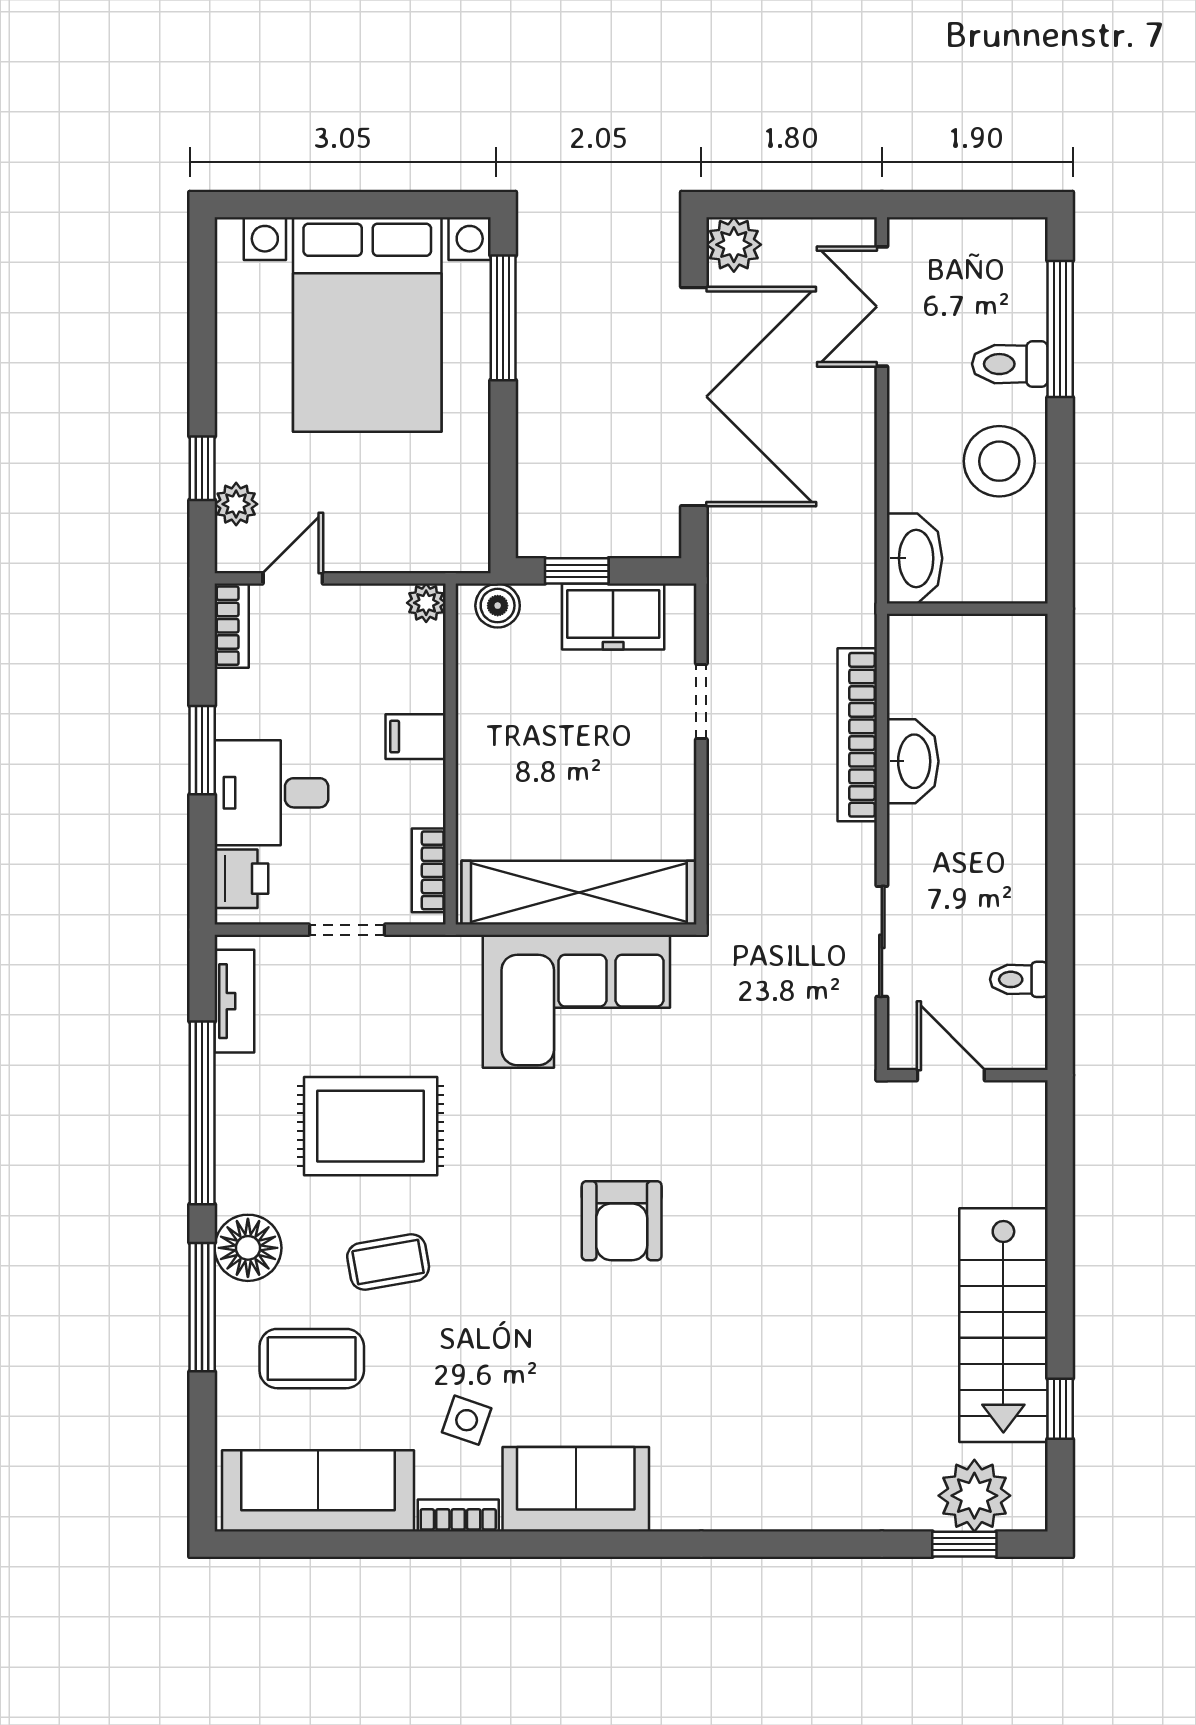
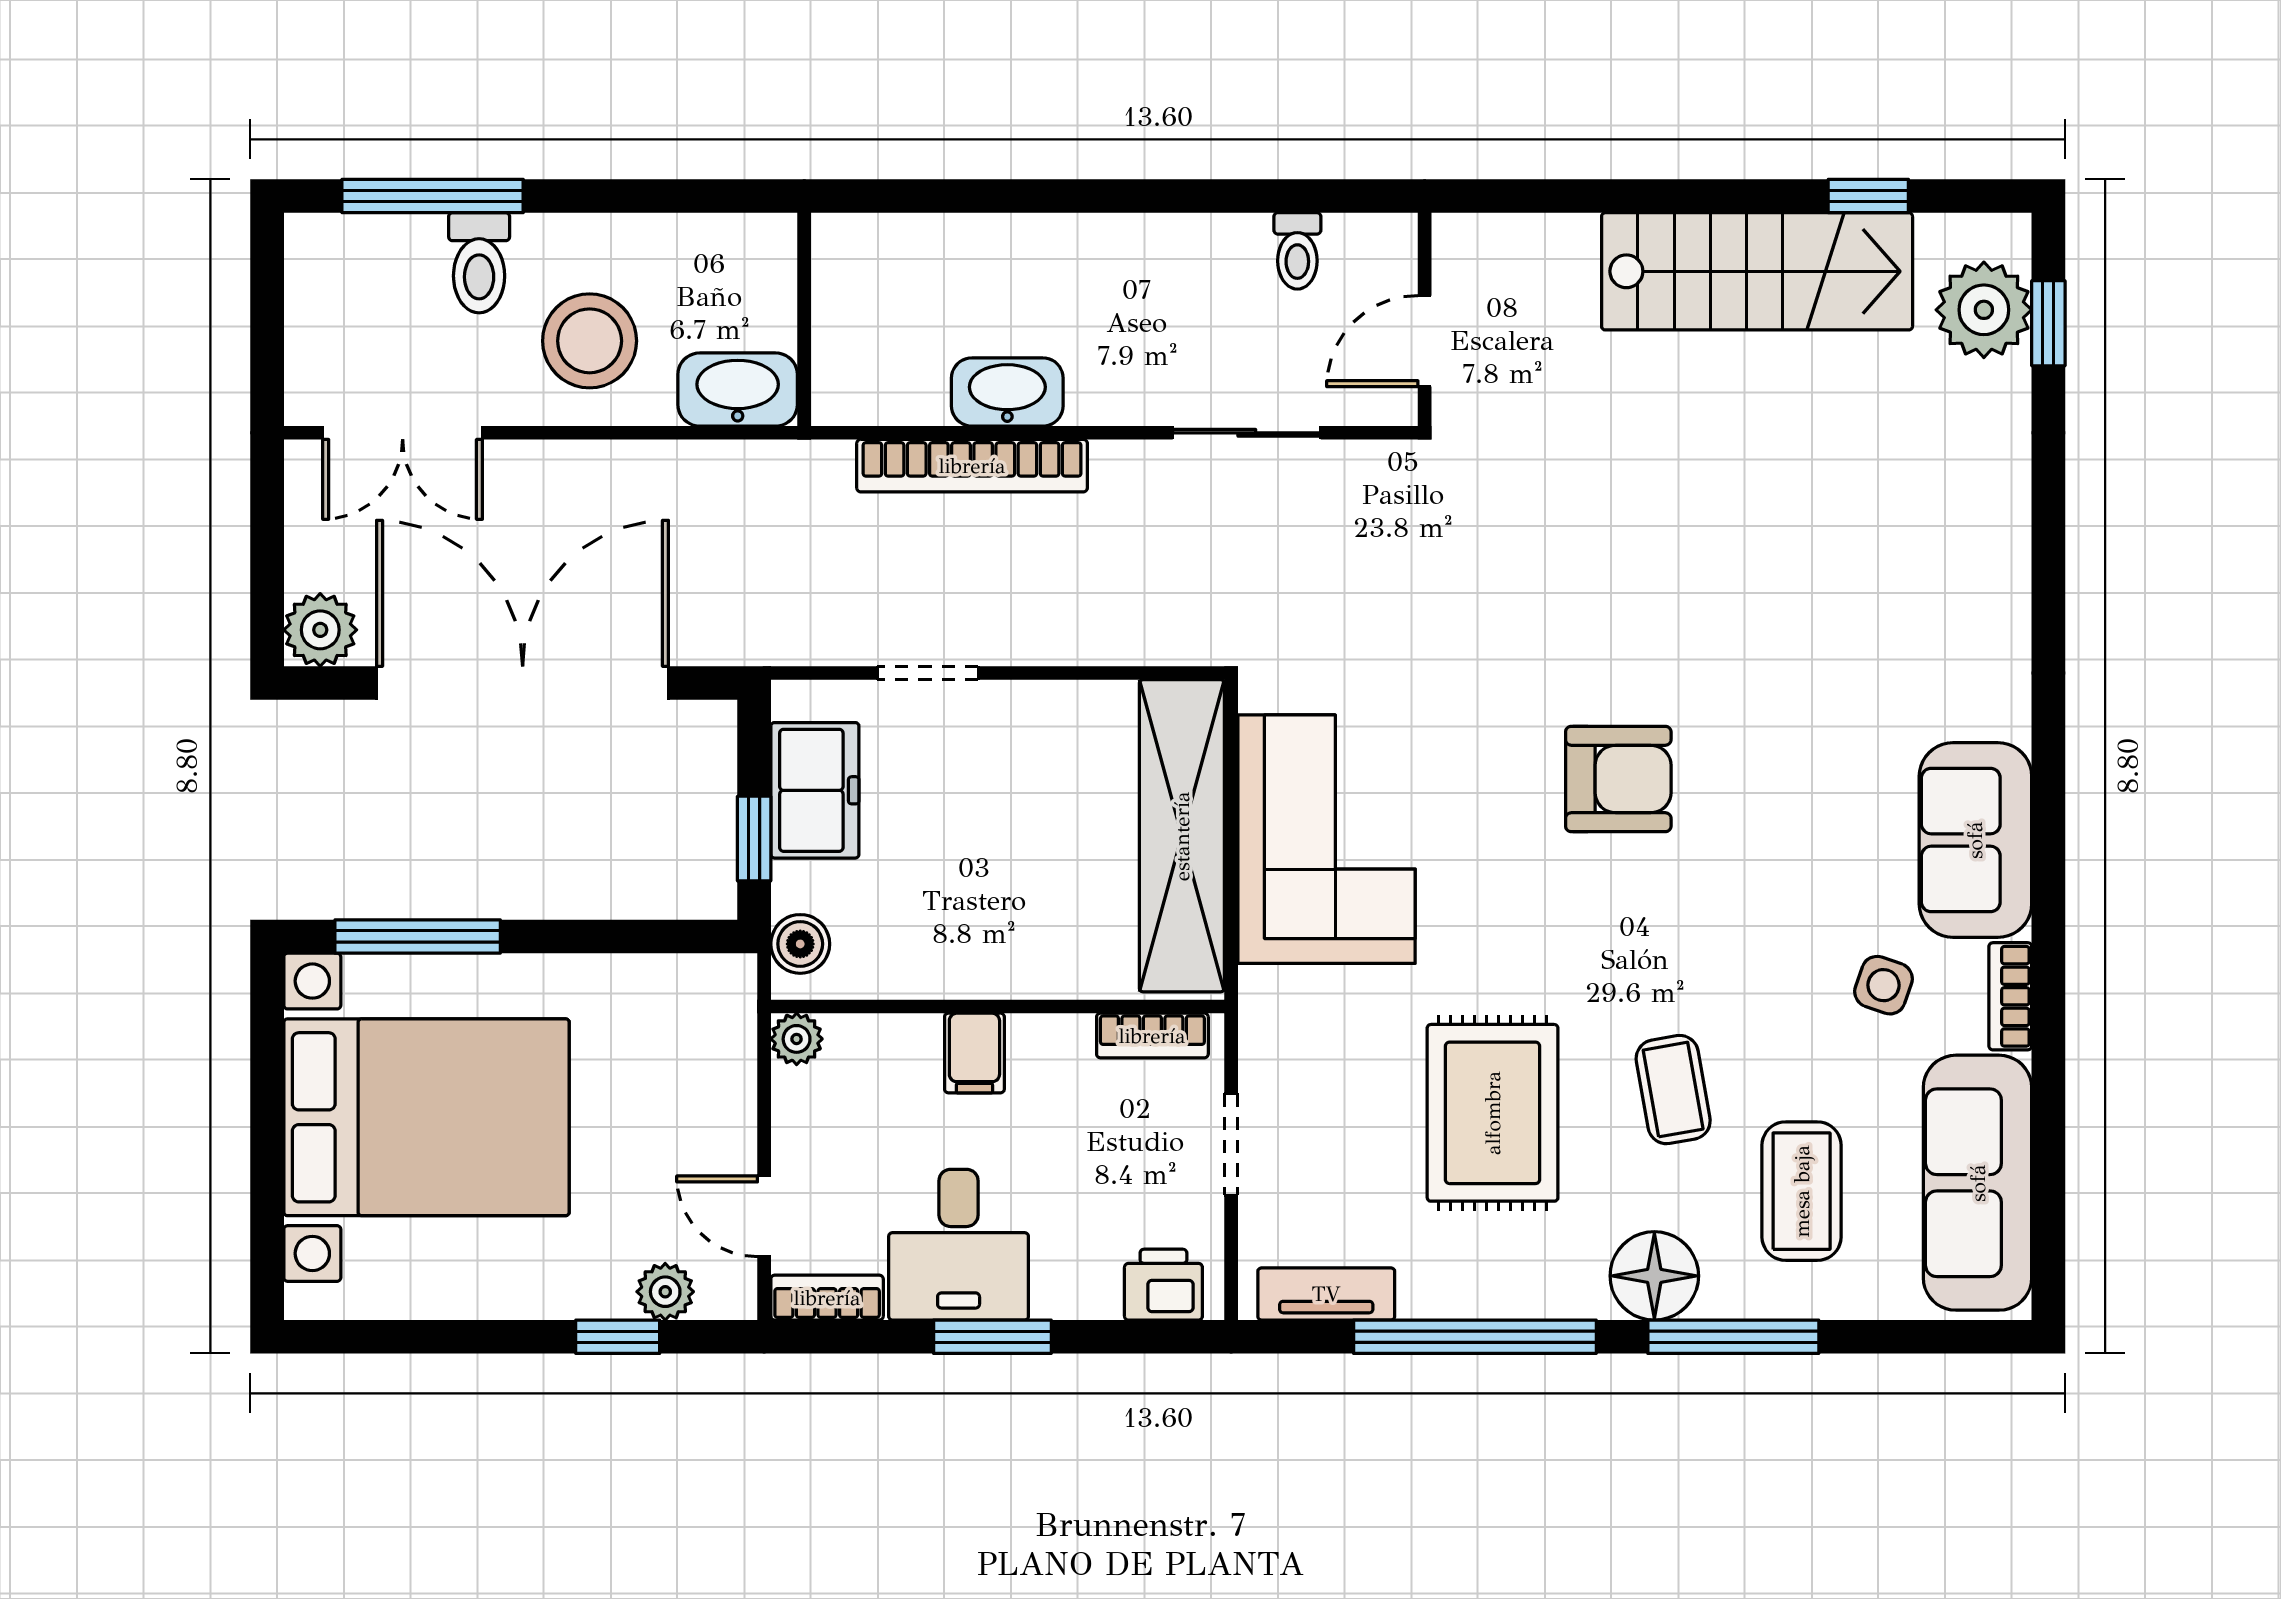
stool: (999, 461) -> (590, 341), moved
desk: (271, 793) -> (959, 1245), moved

